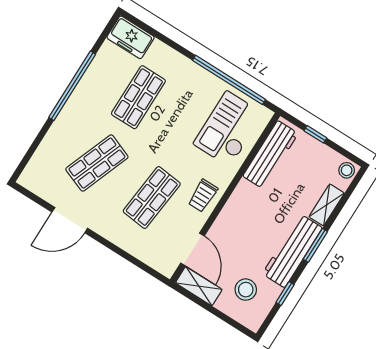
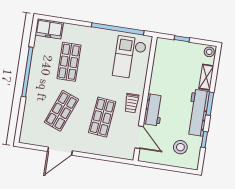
workbench: (270, 155) -> (153, 110), moved, width x0.73
shelving: (199, 286) -> (152, 157), removed

